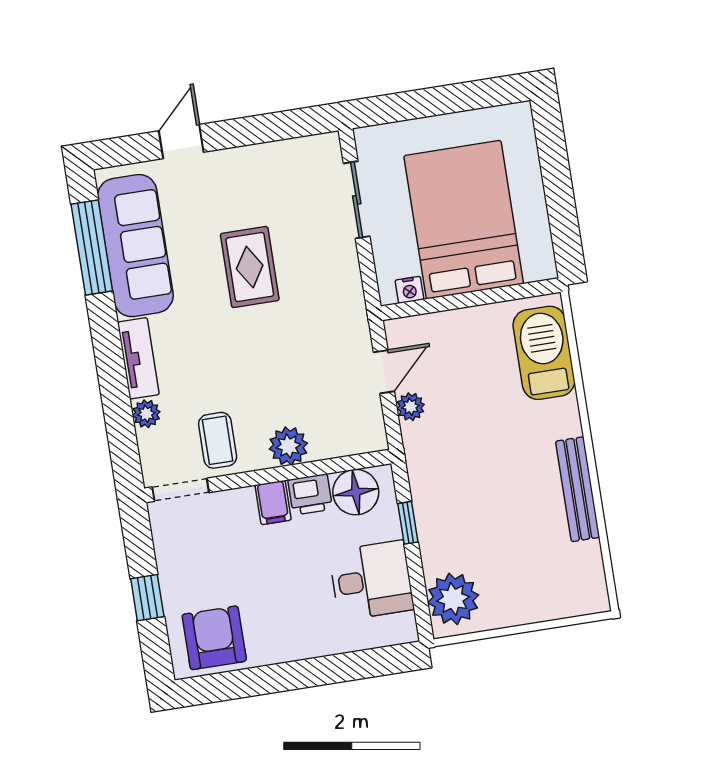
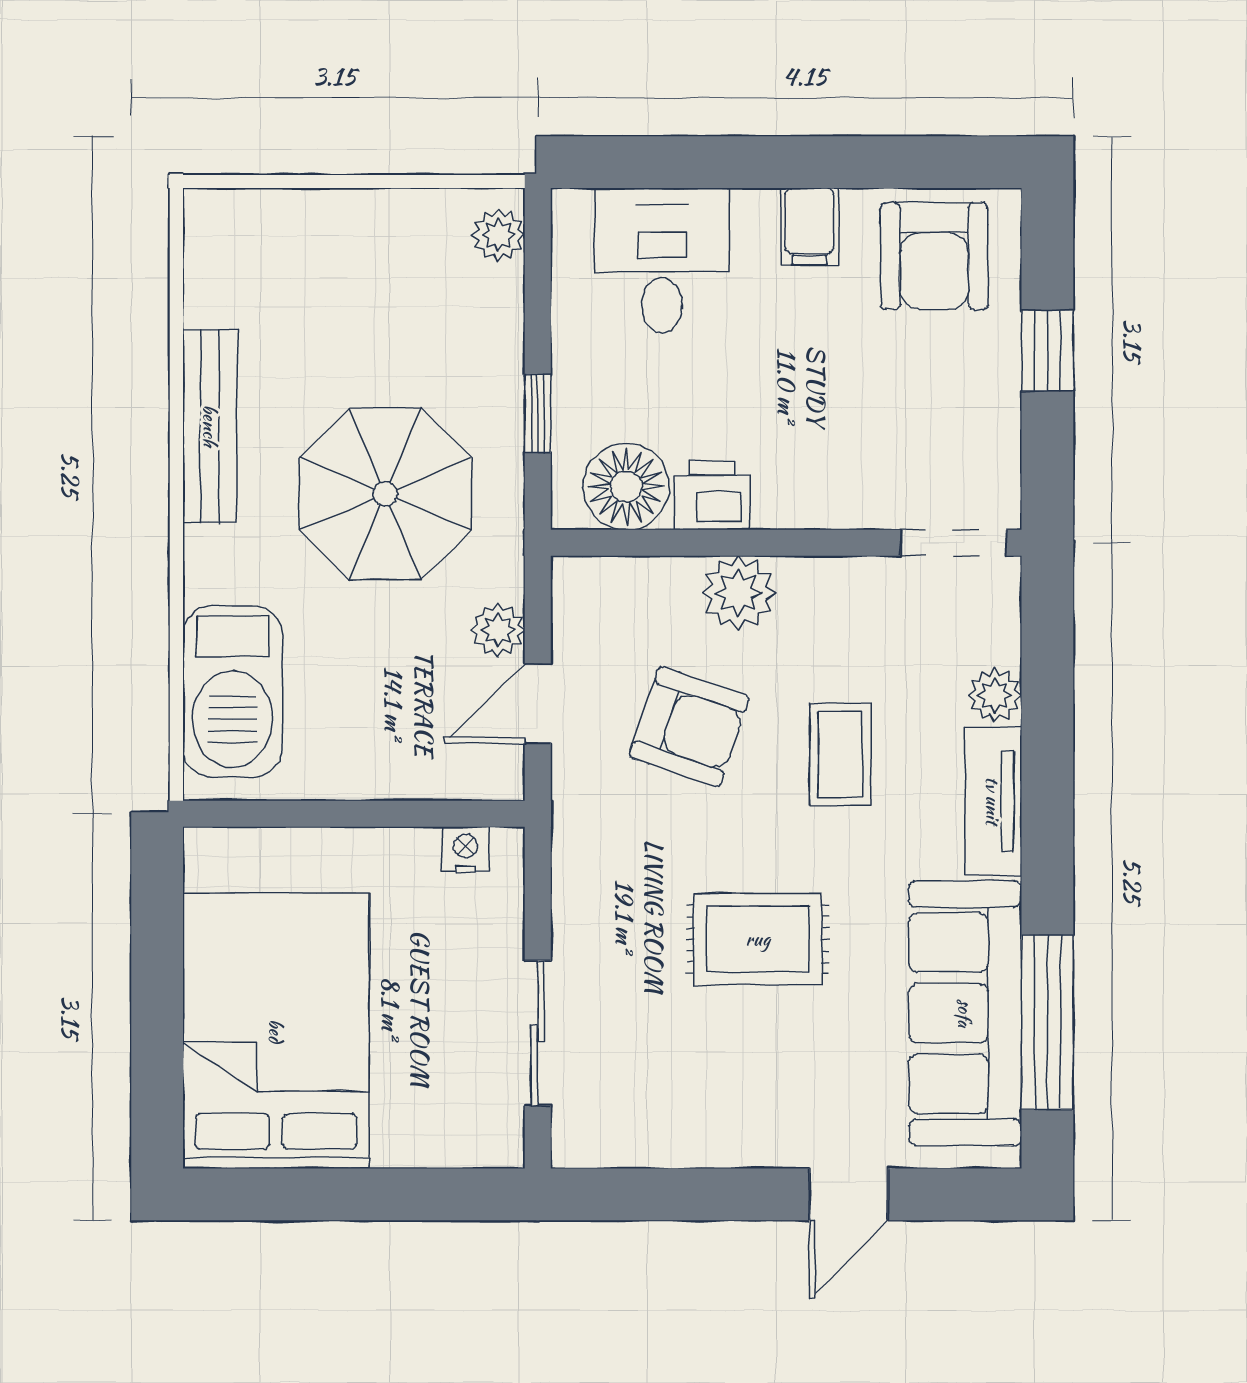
bed: (464, 220) -> (276, 1031), moved, turned 180
rug: (250, 267) -> (758, 939), turned 90
armchair: (303, 372) -> (689, 727), added
coffee table: (218, 440) -> (840, 754), moved
parasol: (481, 468) -> (385, 494), added
filing cabinet: (273, 503) -> (810, 226), moved, turned 180
desk: (371, 580) -> (662, 260), moved, turned 90
plant: (453, 599) -> (499, 235), width x0.53, depth x0.53

